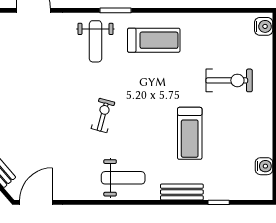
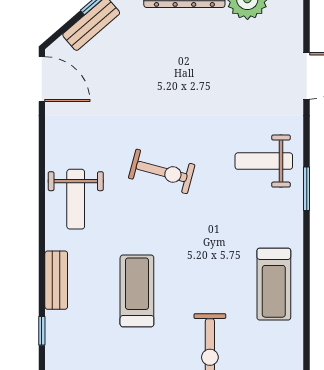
treadmill: (154, 40) -> (274, 284), moved
exercise bike: (103, 115) -> (162, 171), width x1.38, depth x1.39
treadmill: (190, 133) -> (137, 291), turned 90

